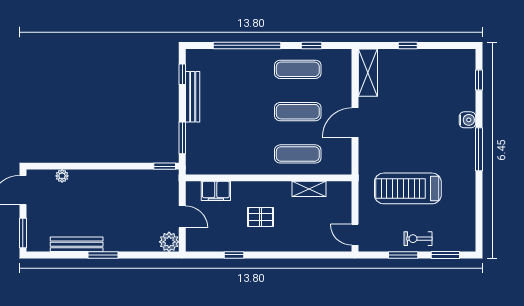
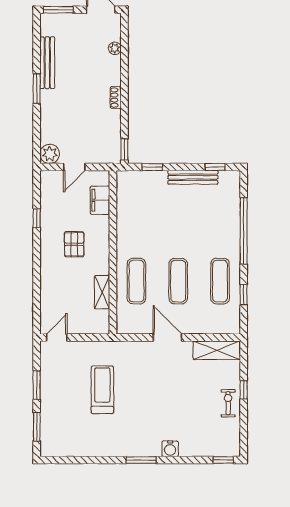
window: (479, 80) -> (223, 460), moved
window: (182, 138) -> (152, 167), width x0.67
window: (479, 149) -> (141, 460), width x0.69
shoe rack: (112, 175) -> (116, 98), added
treadmill: (408, 188) -> (102, 390), width x0.73, depth x0.73
exercise bike: (418, 239) -> (228, 403), moved

